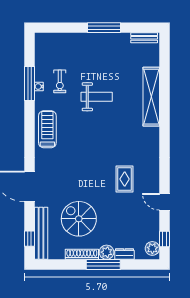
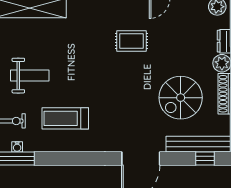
weight bench: (97, 97) -> (30, 76), turned 90
treadmill: (47, 129) -> (65, 118), moved

